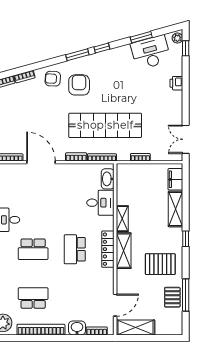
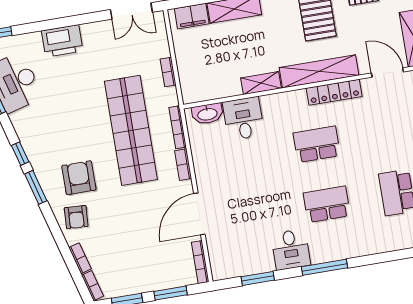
printer: (176, 83) -> (62, 41), width x1.87, depth x1.48
armchair: (79, 85) -> (79, 178), turned 90
school desk: (33, 249) -> (327, 204), turned -90
school desk: (75, 249) -> (317, 144), turned 180
locker: (108, 249) -> (334, 92), moved
shelving: (124, 251) -> (319, 71), width x1.47

